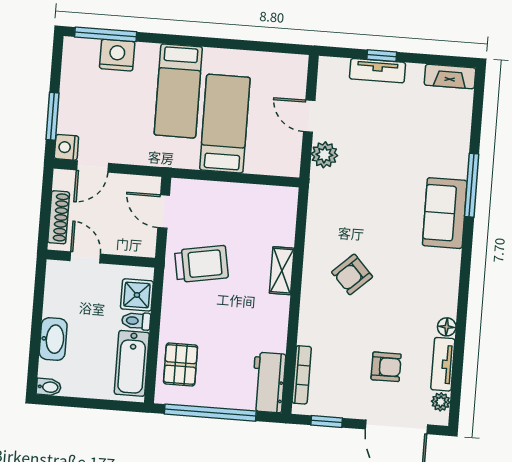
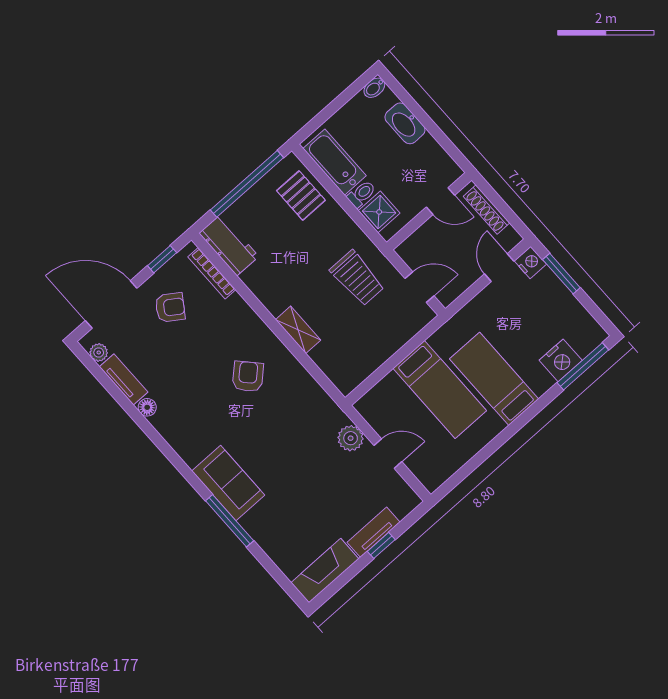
fireplace: (450, 77) -> (325, 571), width x1.37, depth x1.32
trolley: (201, 264) -> (357, 278), turned -80
armchair: (386, 367) -> (170, 307), moved, turned -146

